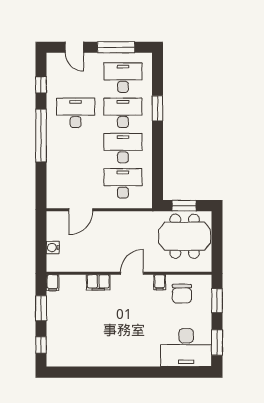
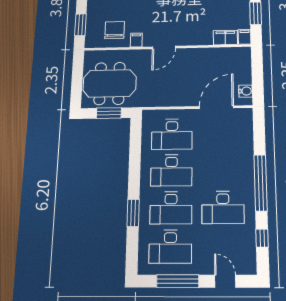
door: (81, 210) -> (216, 107), width x1.36
water cooler: (53, 248) -> (246, 91), moved
filing cabinet: (98, 282) -> (225, 38), moved

